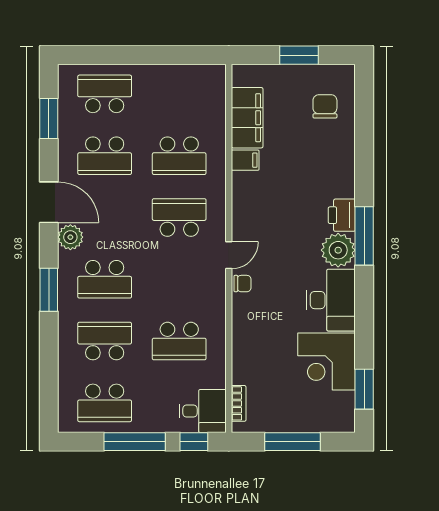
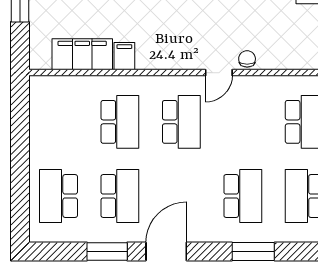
window: (49, 119) -> (107, 251), moved
school desk: (179, 217) -> (181, 122), turned 180
plant: (70, 237) -> (201, 230), removed
door: (229, 255) -> (219, 73), swing flipped

